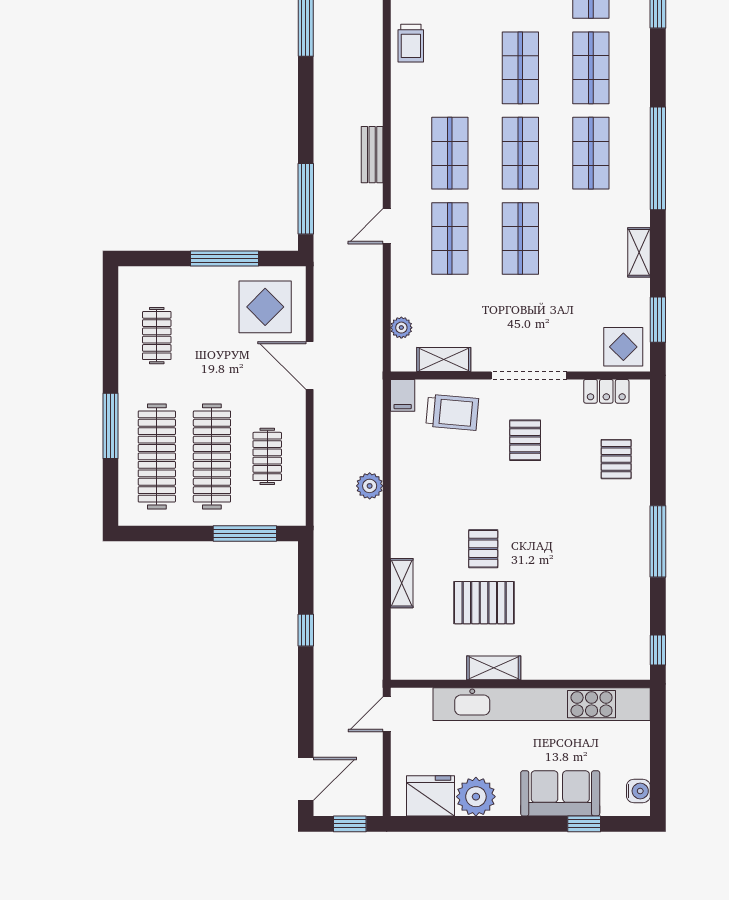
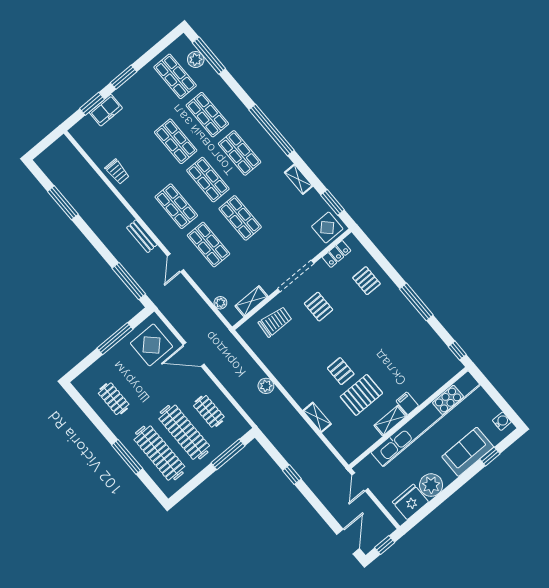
filing cabinet: (403, 395) -> (407, 403), moved, turned 180

